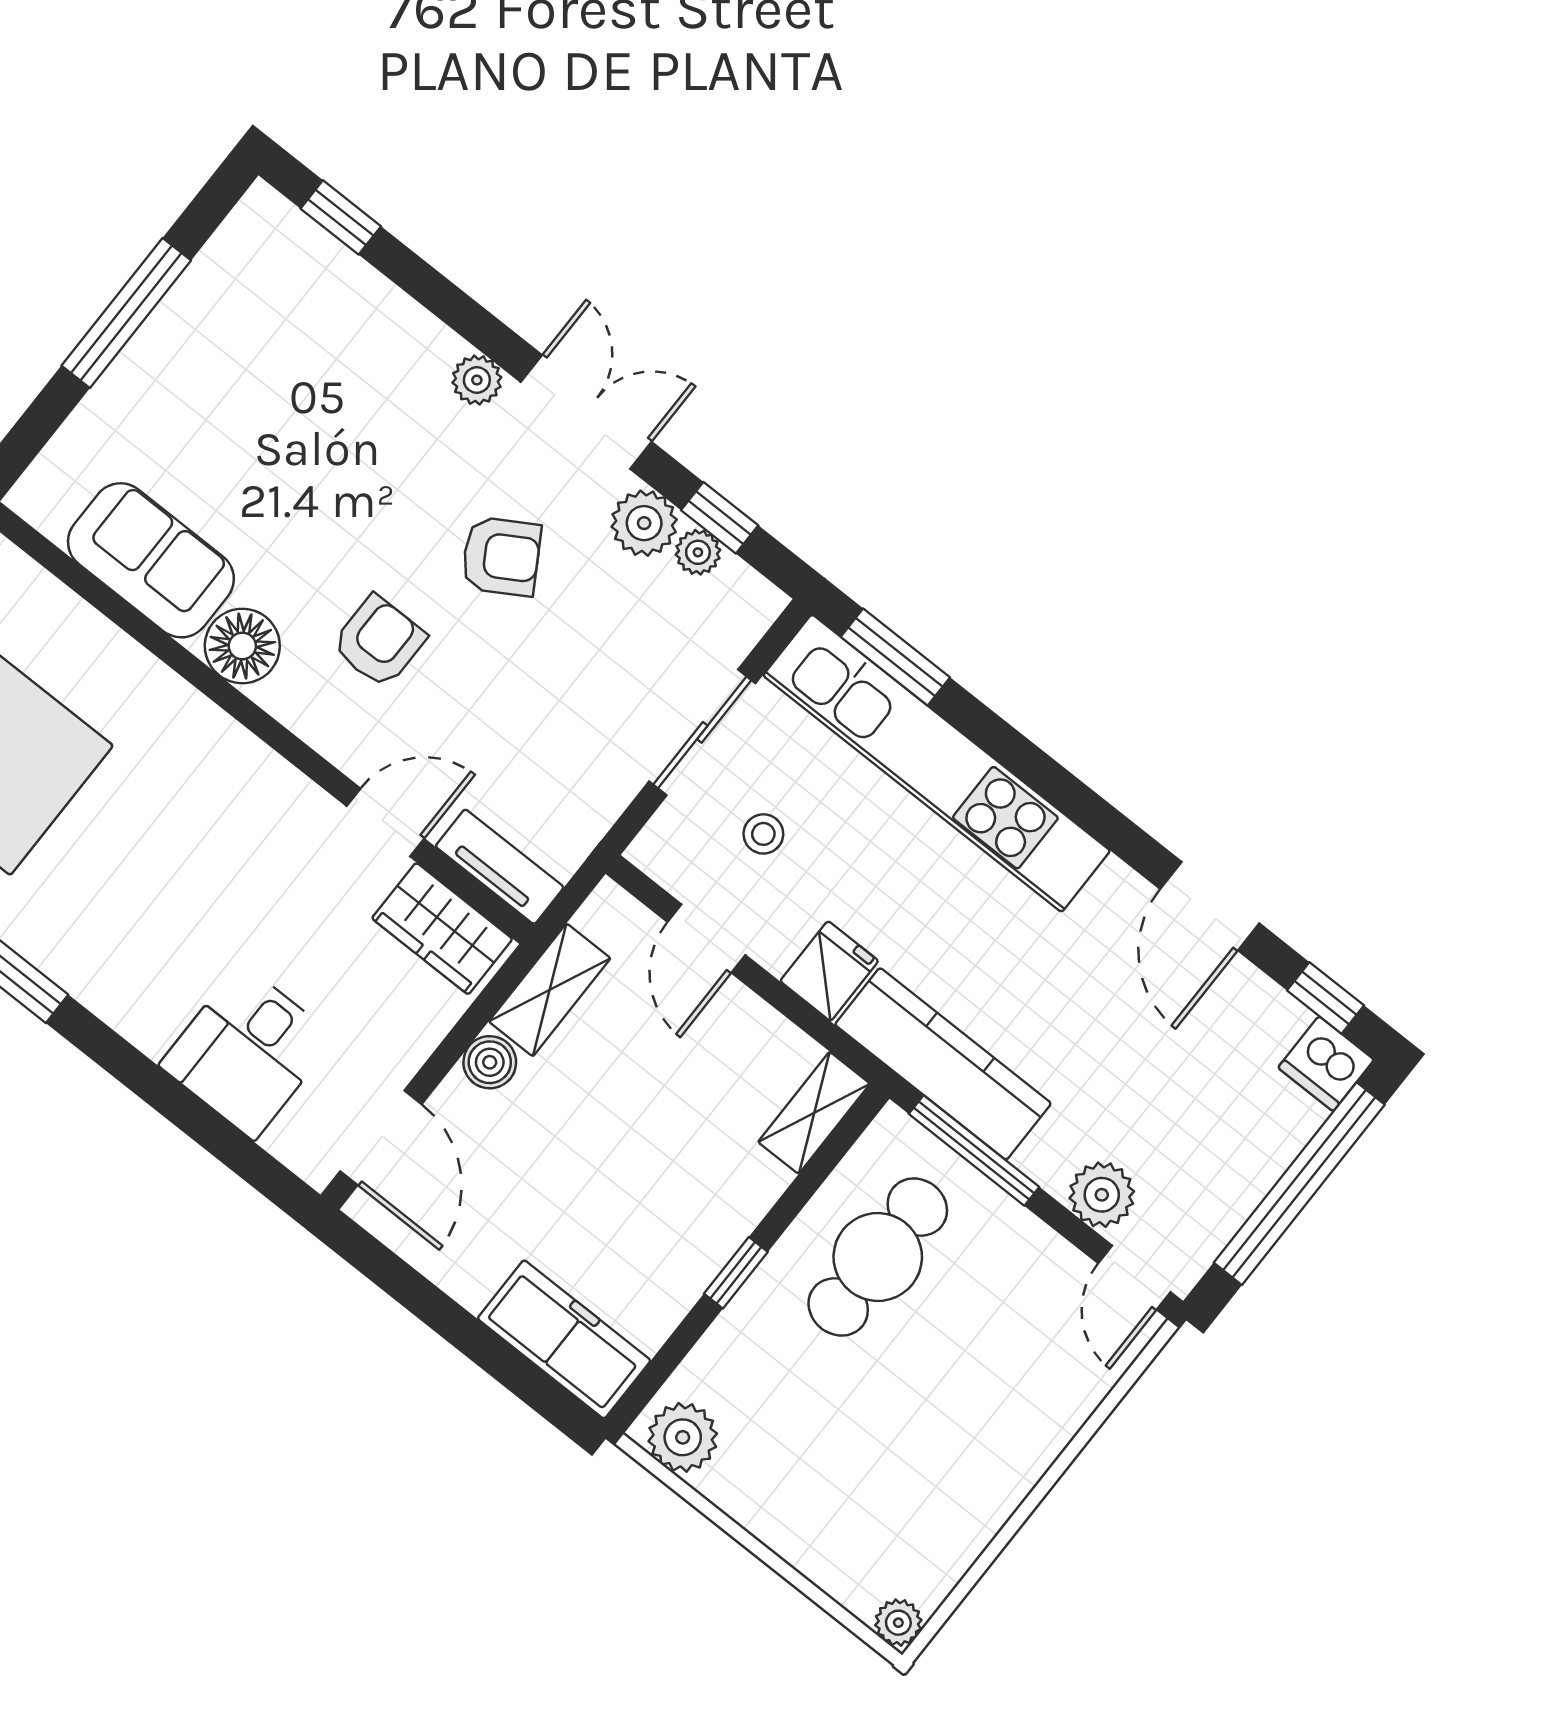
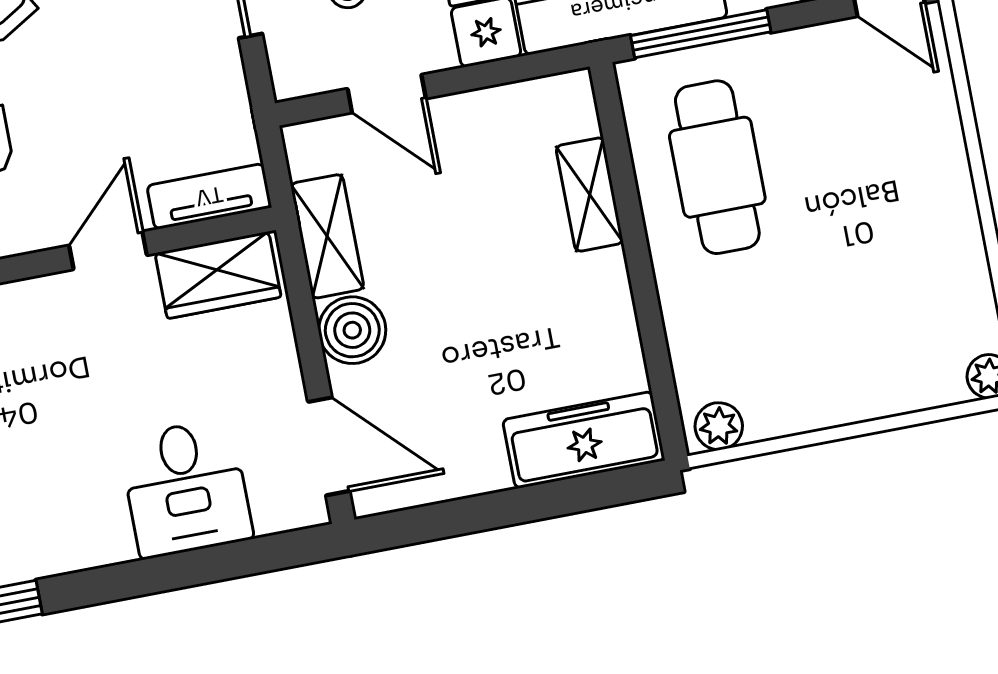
boiler: (490, 1062) -> (352, 330), width x1.36, depth x1.36
shelving: (814, 1113) -> (590, 195), moved
window: (736, 1273) -> (642, 277), removed
plant: (683, 1437) -> (719, 426), width x0.73, depth x0.73

